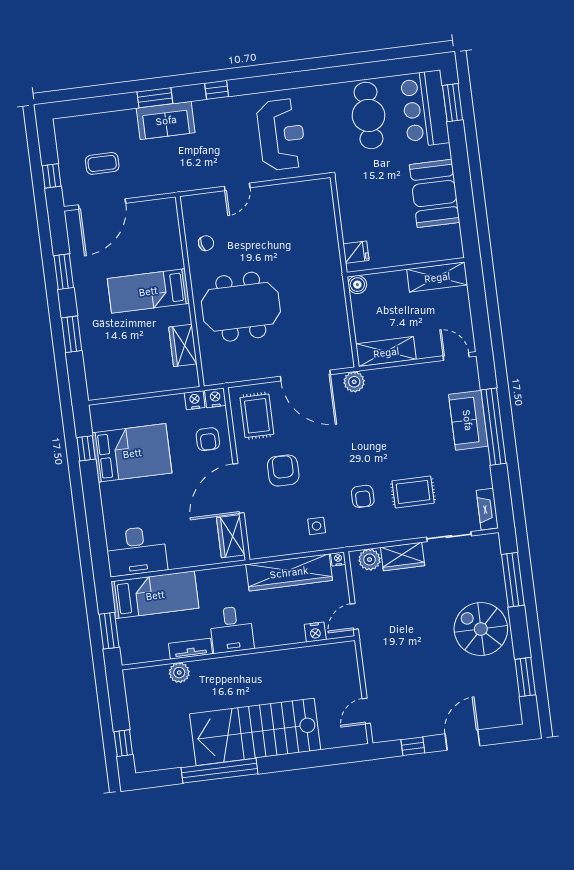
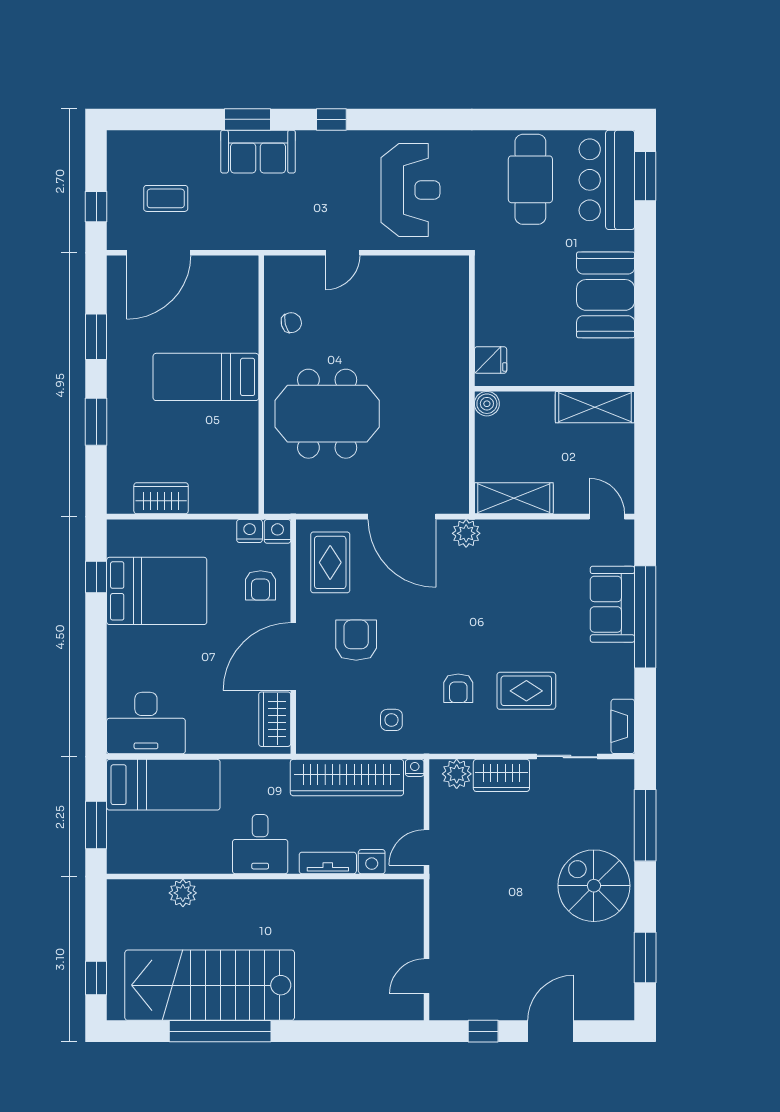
wardrobe: (183, 345) -> (161, 498), moved, turned 90
tv unit: (190, 649) -> (328, 863), moved
stairs: (255, 732) -> (210, 985), moved

